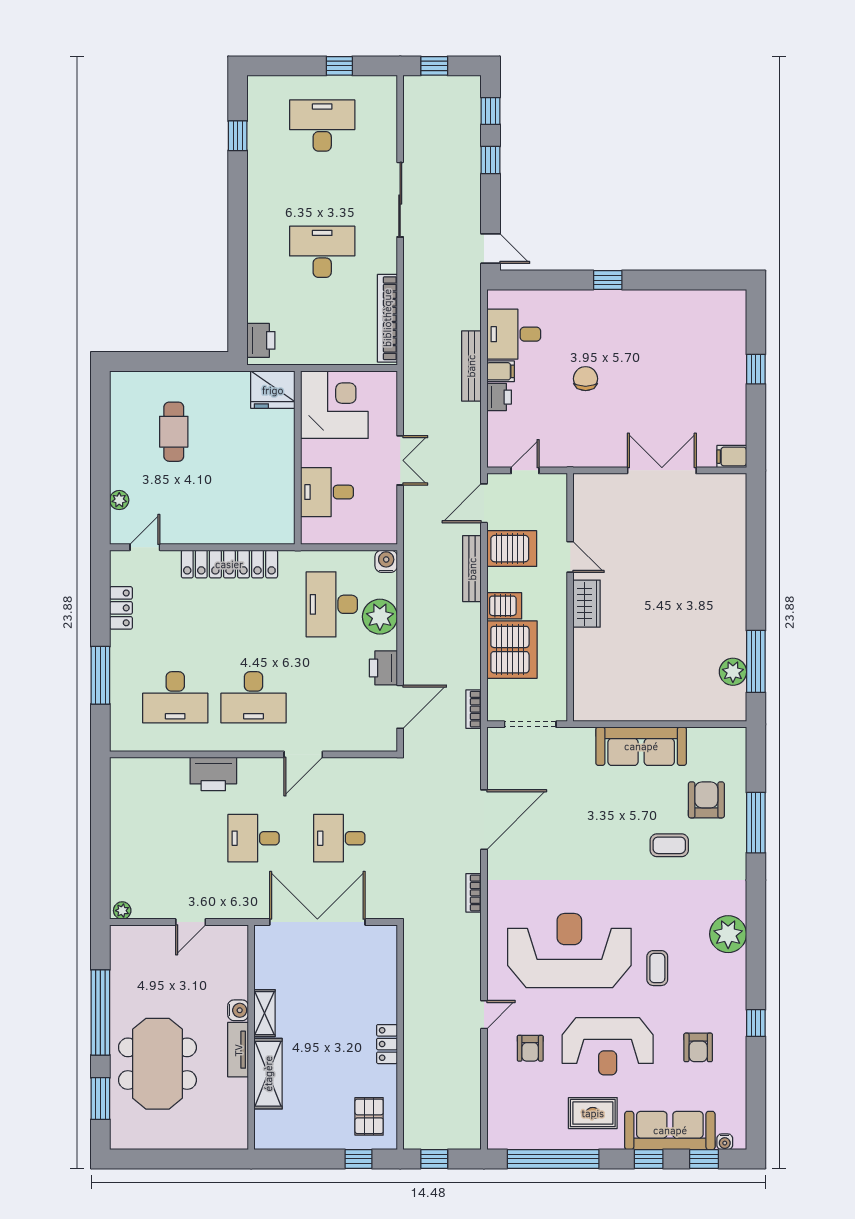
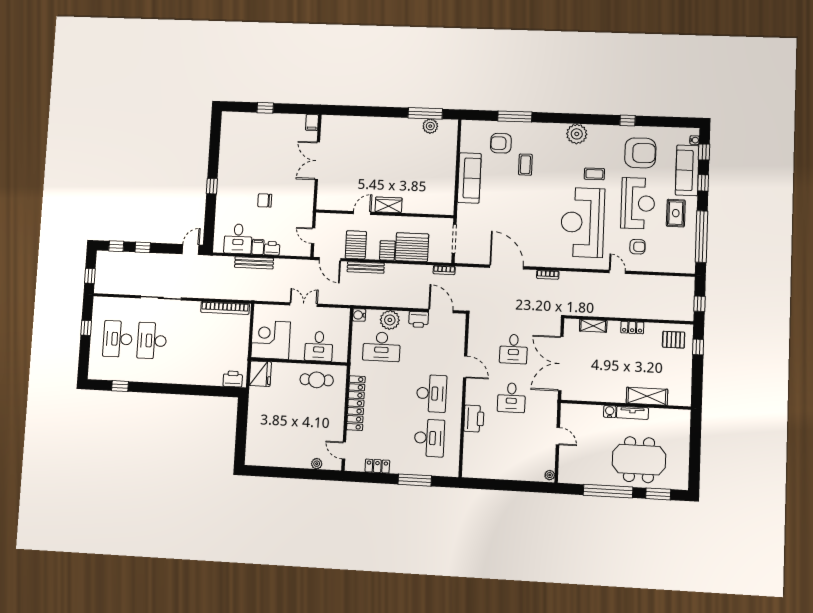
desk: (322, 252) -> (152, 341), moved
cafe table: (174, 432) -> (317, 380), moved
shelving: (265, 1013) -> (593, 326), moved
armchair: (698, 1047) -> (640, 153), width x1.88, depth x1.88

